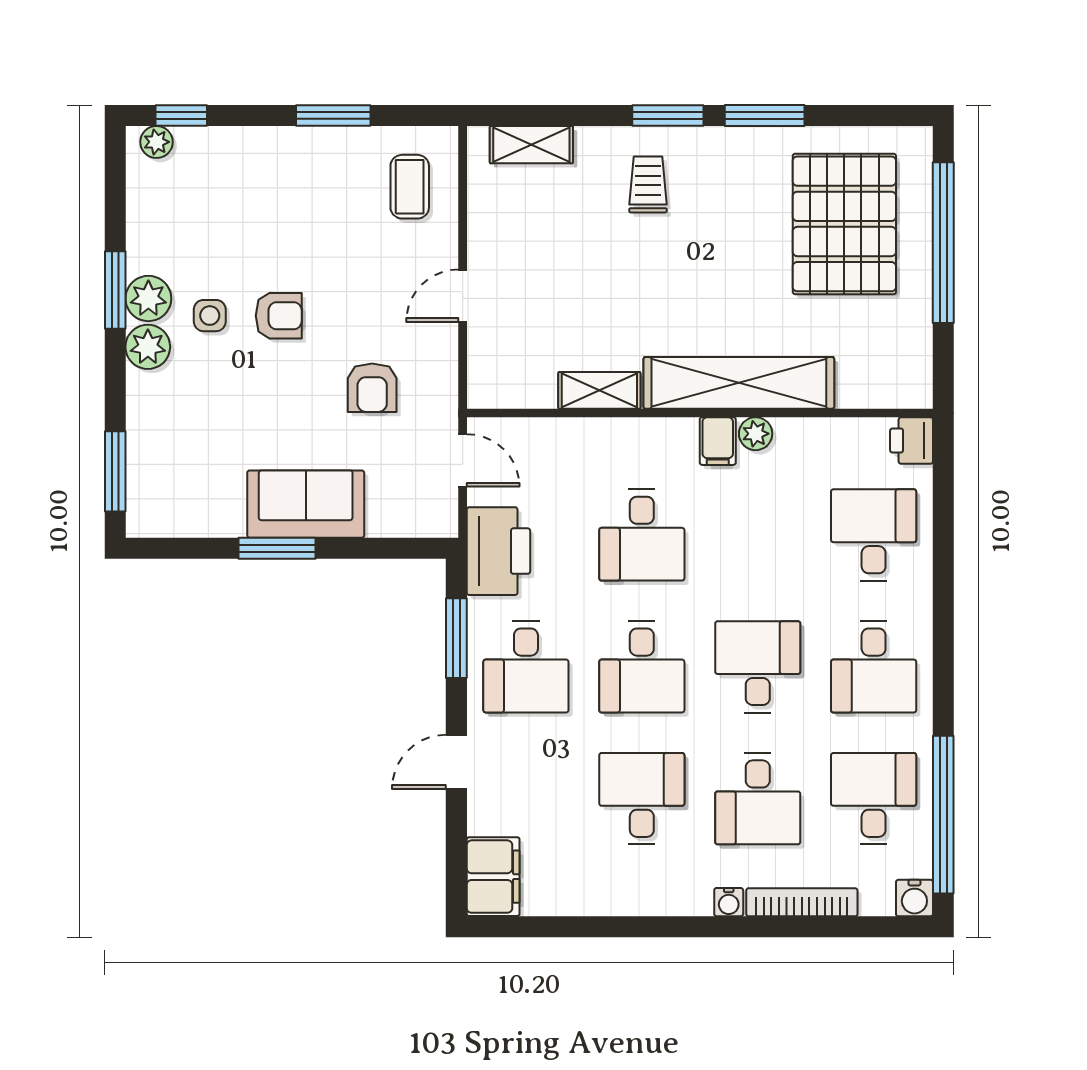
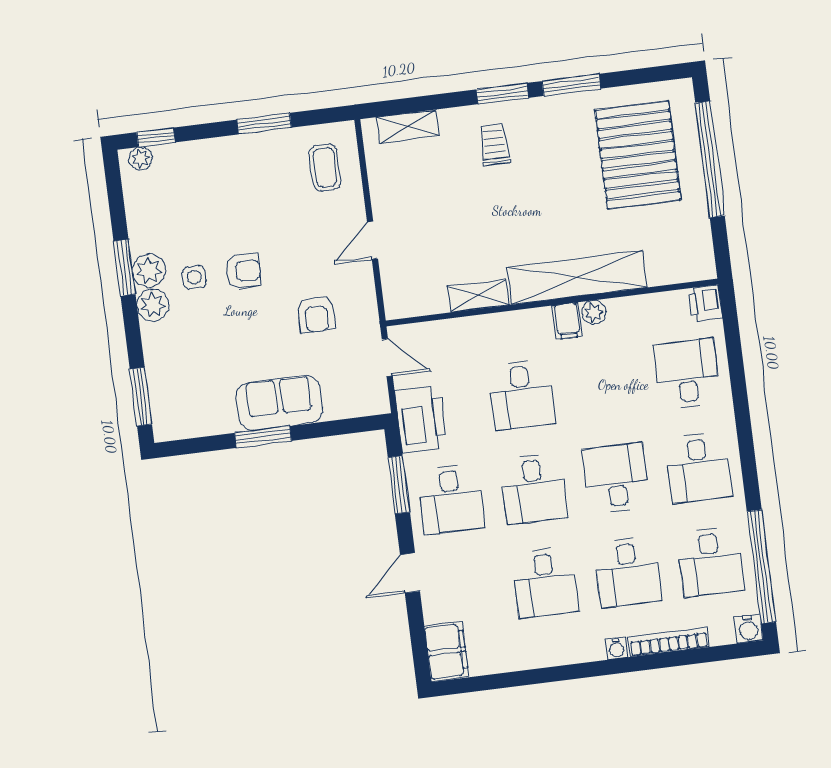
desk: (642, 799) -> (545, 582), turned 180
desk: (874, 799) -> (710, 562), turned 180

